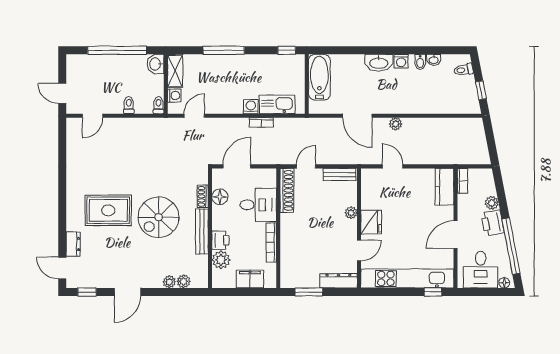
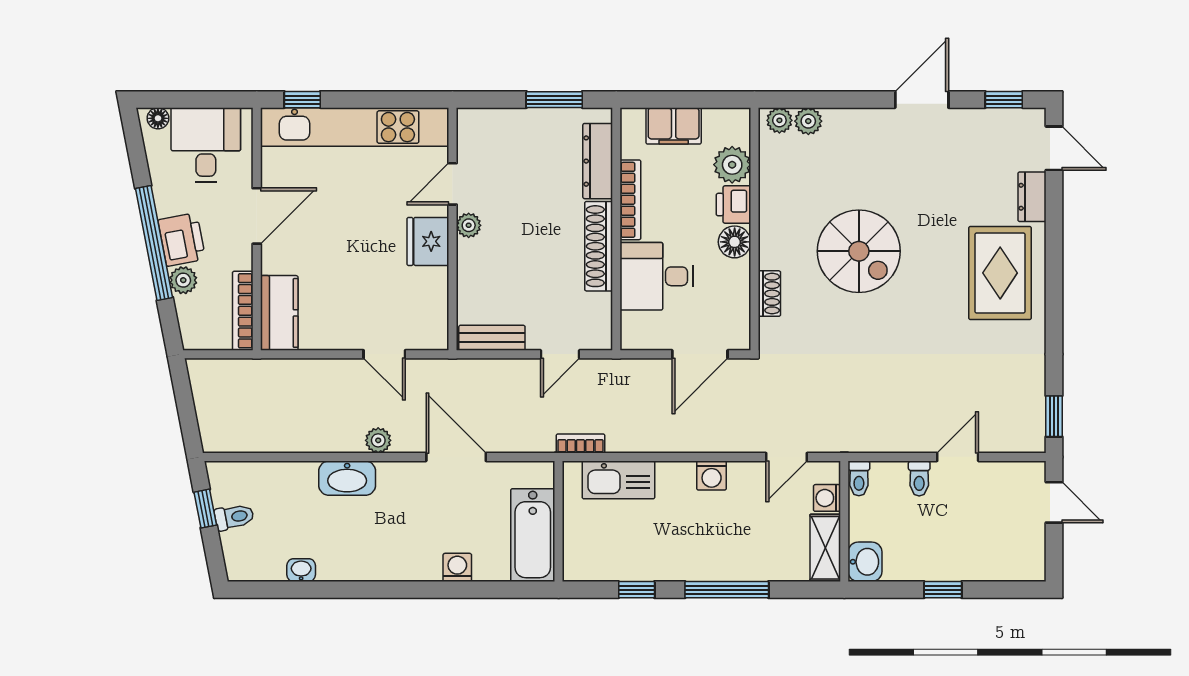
window: (117, 50) -> (943, 590), width x0.32
window: (287, 50) -> (637, 590), moved
washing machine: (401, 61) -> (457, 567), moved
bidet: (420, 62) -> (328, 566), removed
washbasin: (379, 63) -> (347, 478), moved, turned 180
toilet: (463, 70) -> (234, 517), moved
washing machine: (251, 107) -> (712, 476), moved
door: (93, 116) -> (958, 457), moved
bookcase: (261, 122) -> (580, 443), moved
window: (62, 136) -> (1054, 416), added
bookcase: (462, 181) -> (243, 311), width x1.56
shoe rack: (287, 190) -> (599, 246), moved
floor lamp: (220, 197) -> (735, 242), moved
rug: (108, 210) -> (1000, 273), moved, turned 90
plant: (351, 213) -> (469, 225), moved
spiral stairs: (159, 217) -> (859, 251), turned 90
bench: (202, 231) -> (771, 222), removed
window: (511, 246) -> (154, 243), moved
dresser: (338, 281) -> (598, 161), moved, turned 90
plant: (169, 282) -> (779, 120), moved

